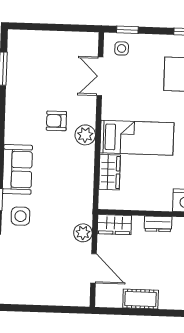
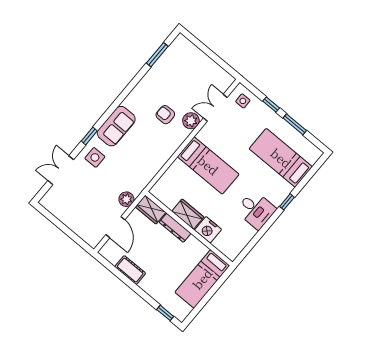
window: (127, 30) -> (271, 105), moved
plant: (85, 135) -> (191, 121), moved
wardrobe: (110, 172) -> (188, 214), moved, turned -90
dresser: (158, 224) -> (175, 228), width x1.44

